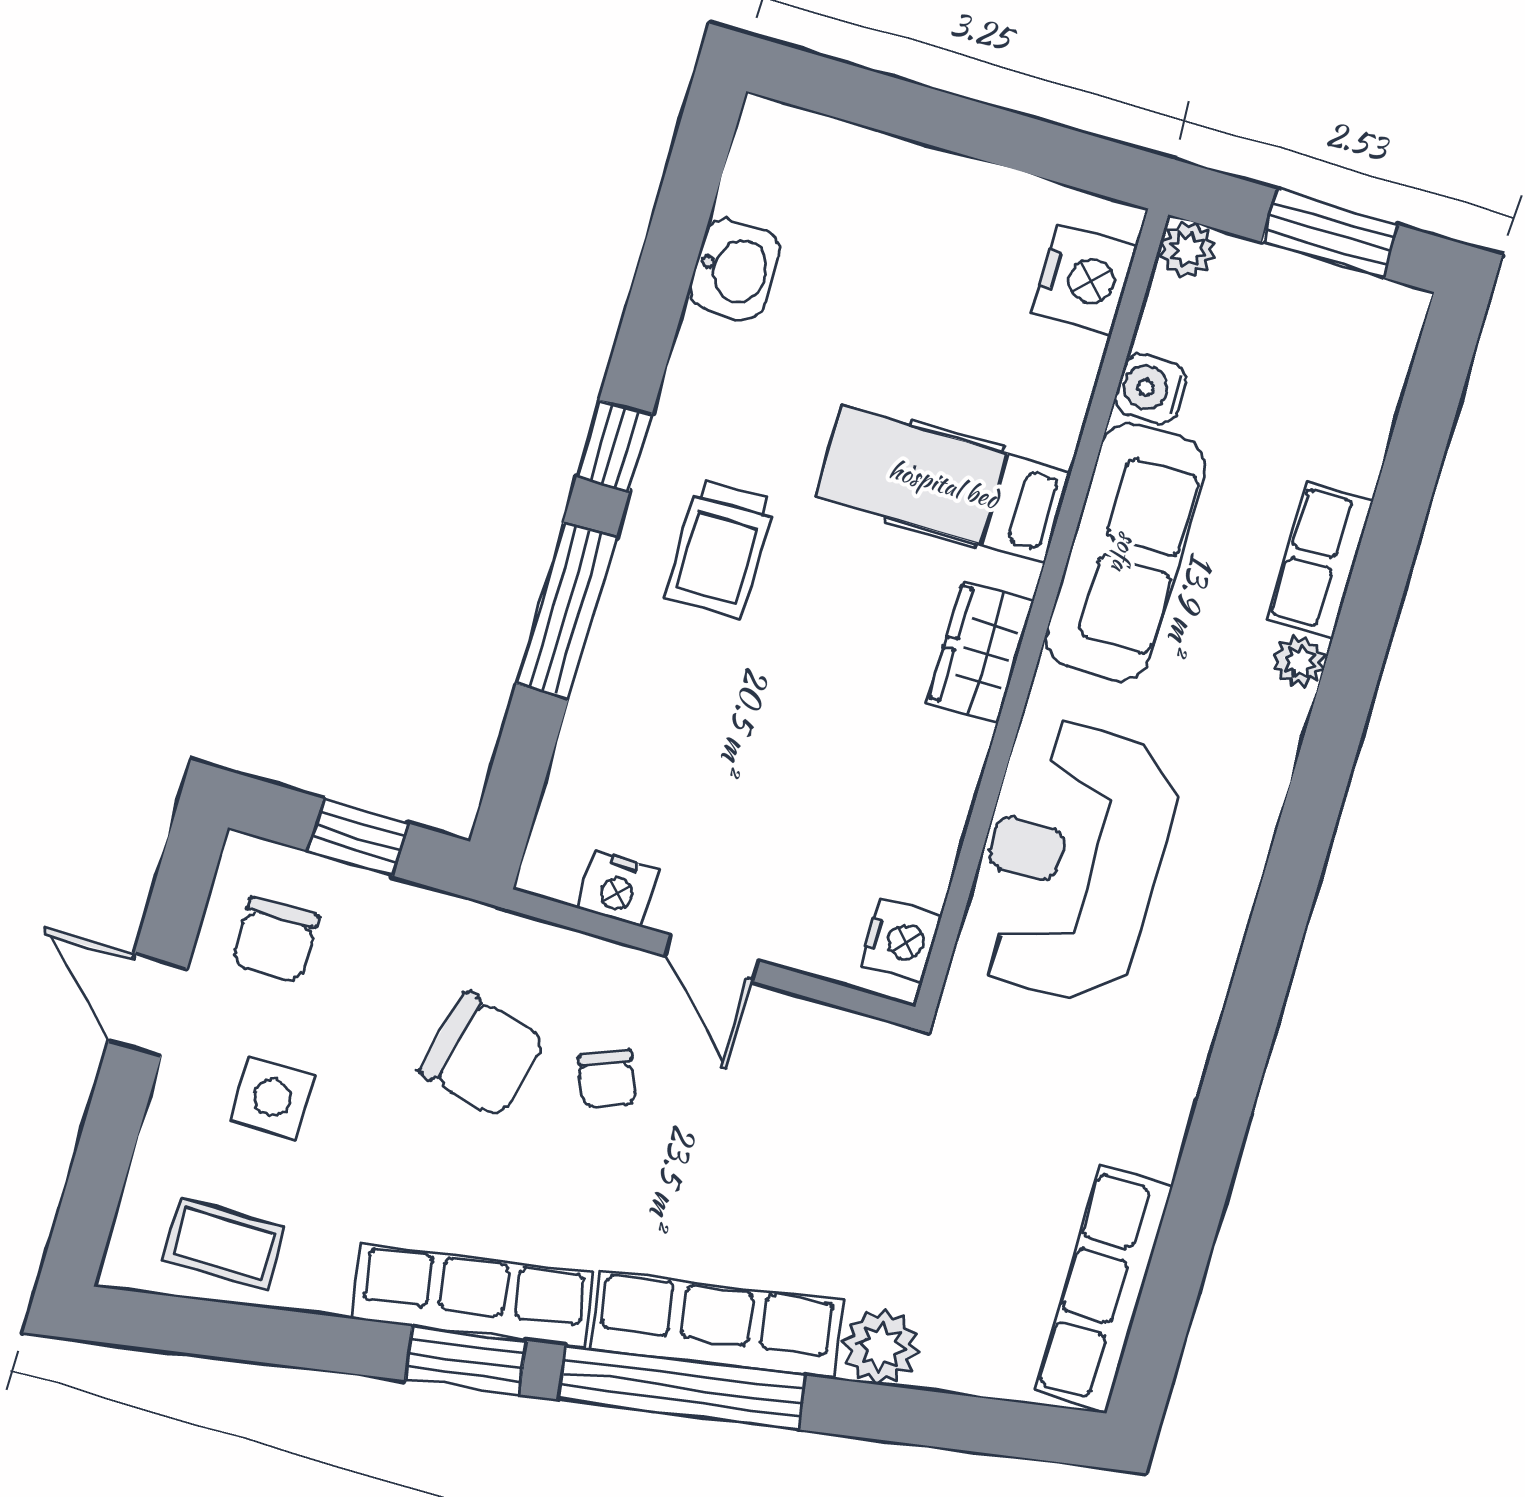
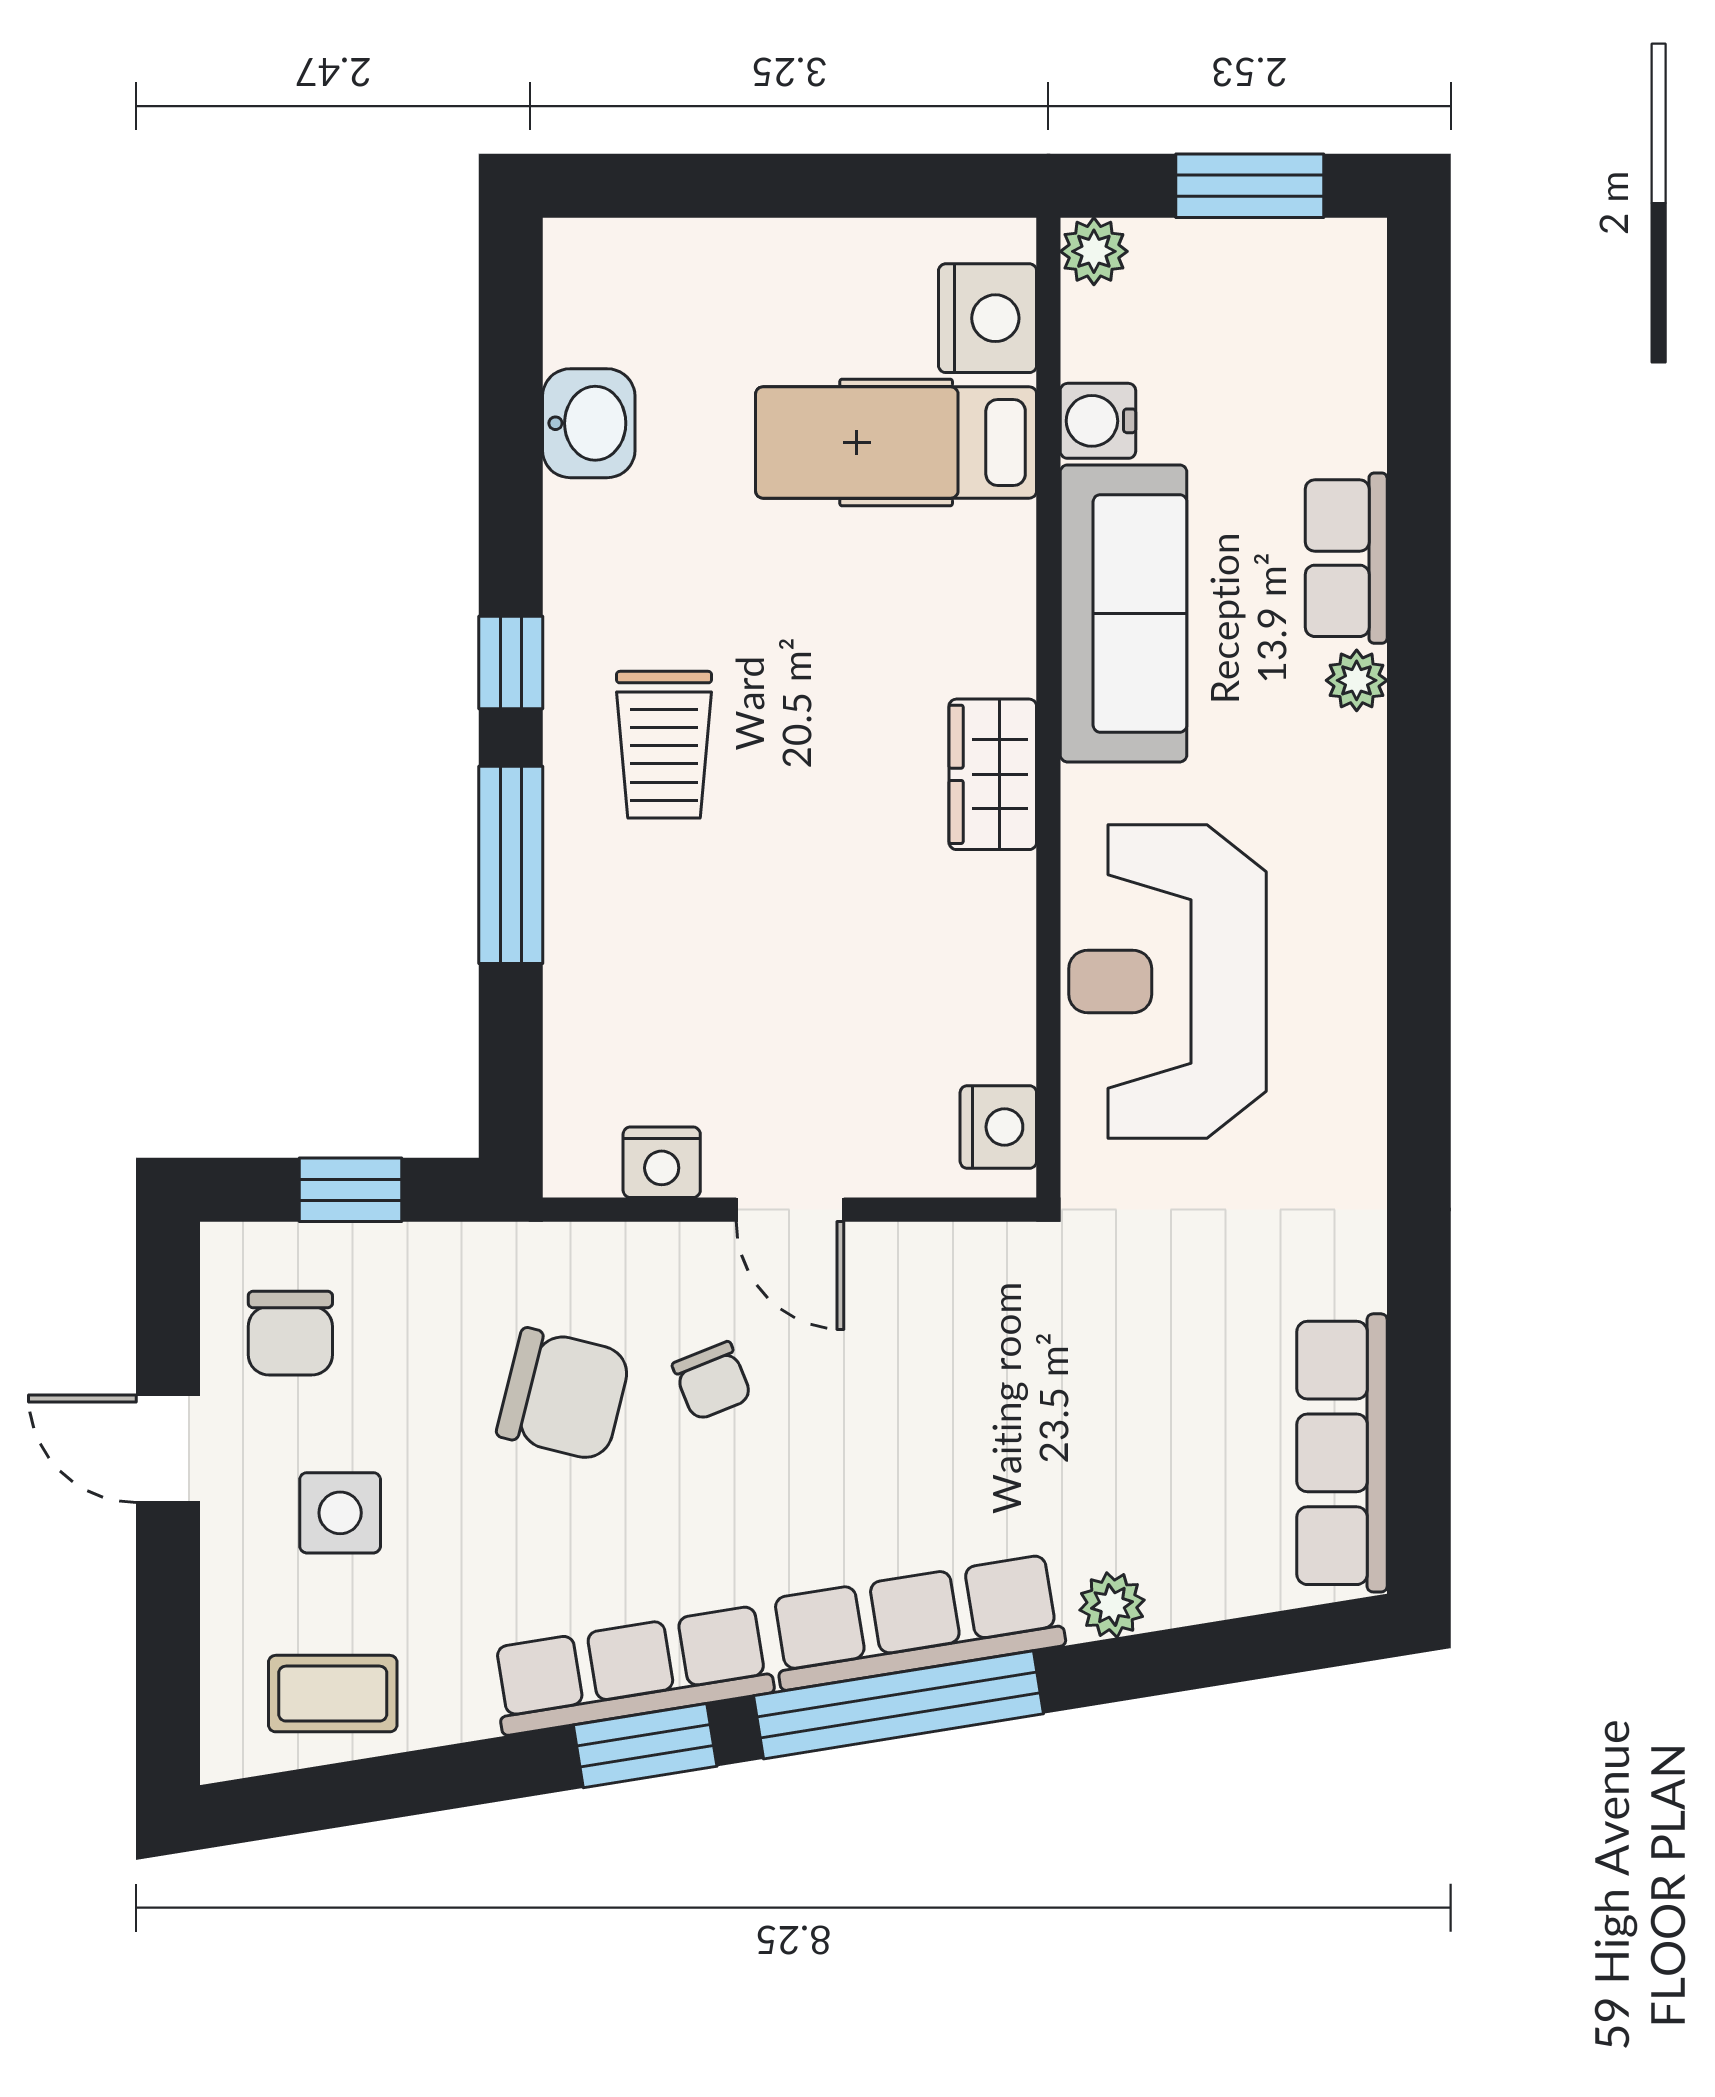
hospital bed: (944, 484) -> (896, 442), moved
plant: (881, 1347) -> (1112, 1605), width x0.73, depth x0.73

